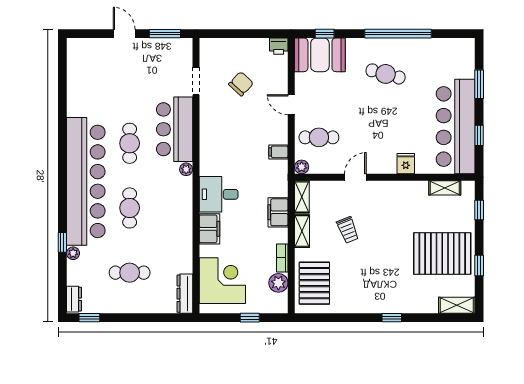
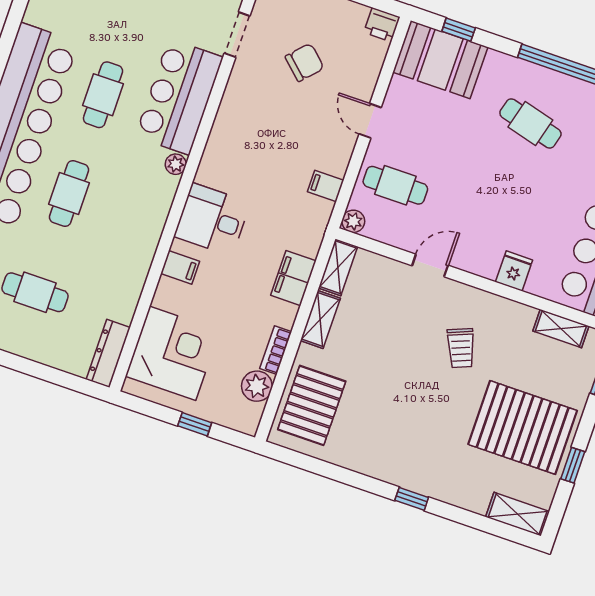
filing cabinet: (209, 229) -> (180, 267), width x0.50
trolley: (348, 230) -> (461, 348), moved

